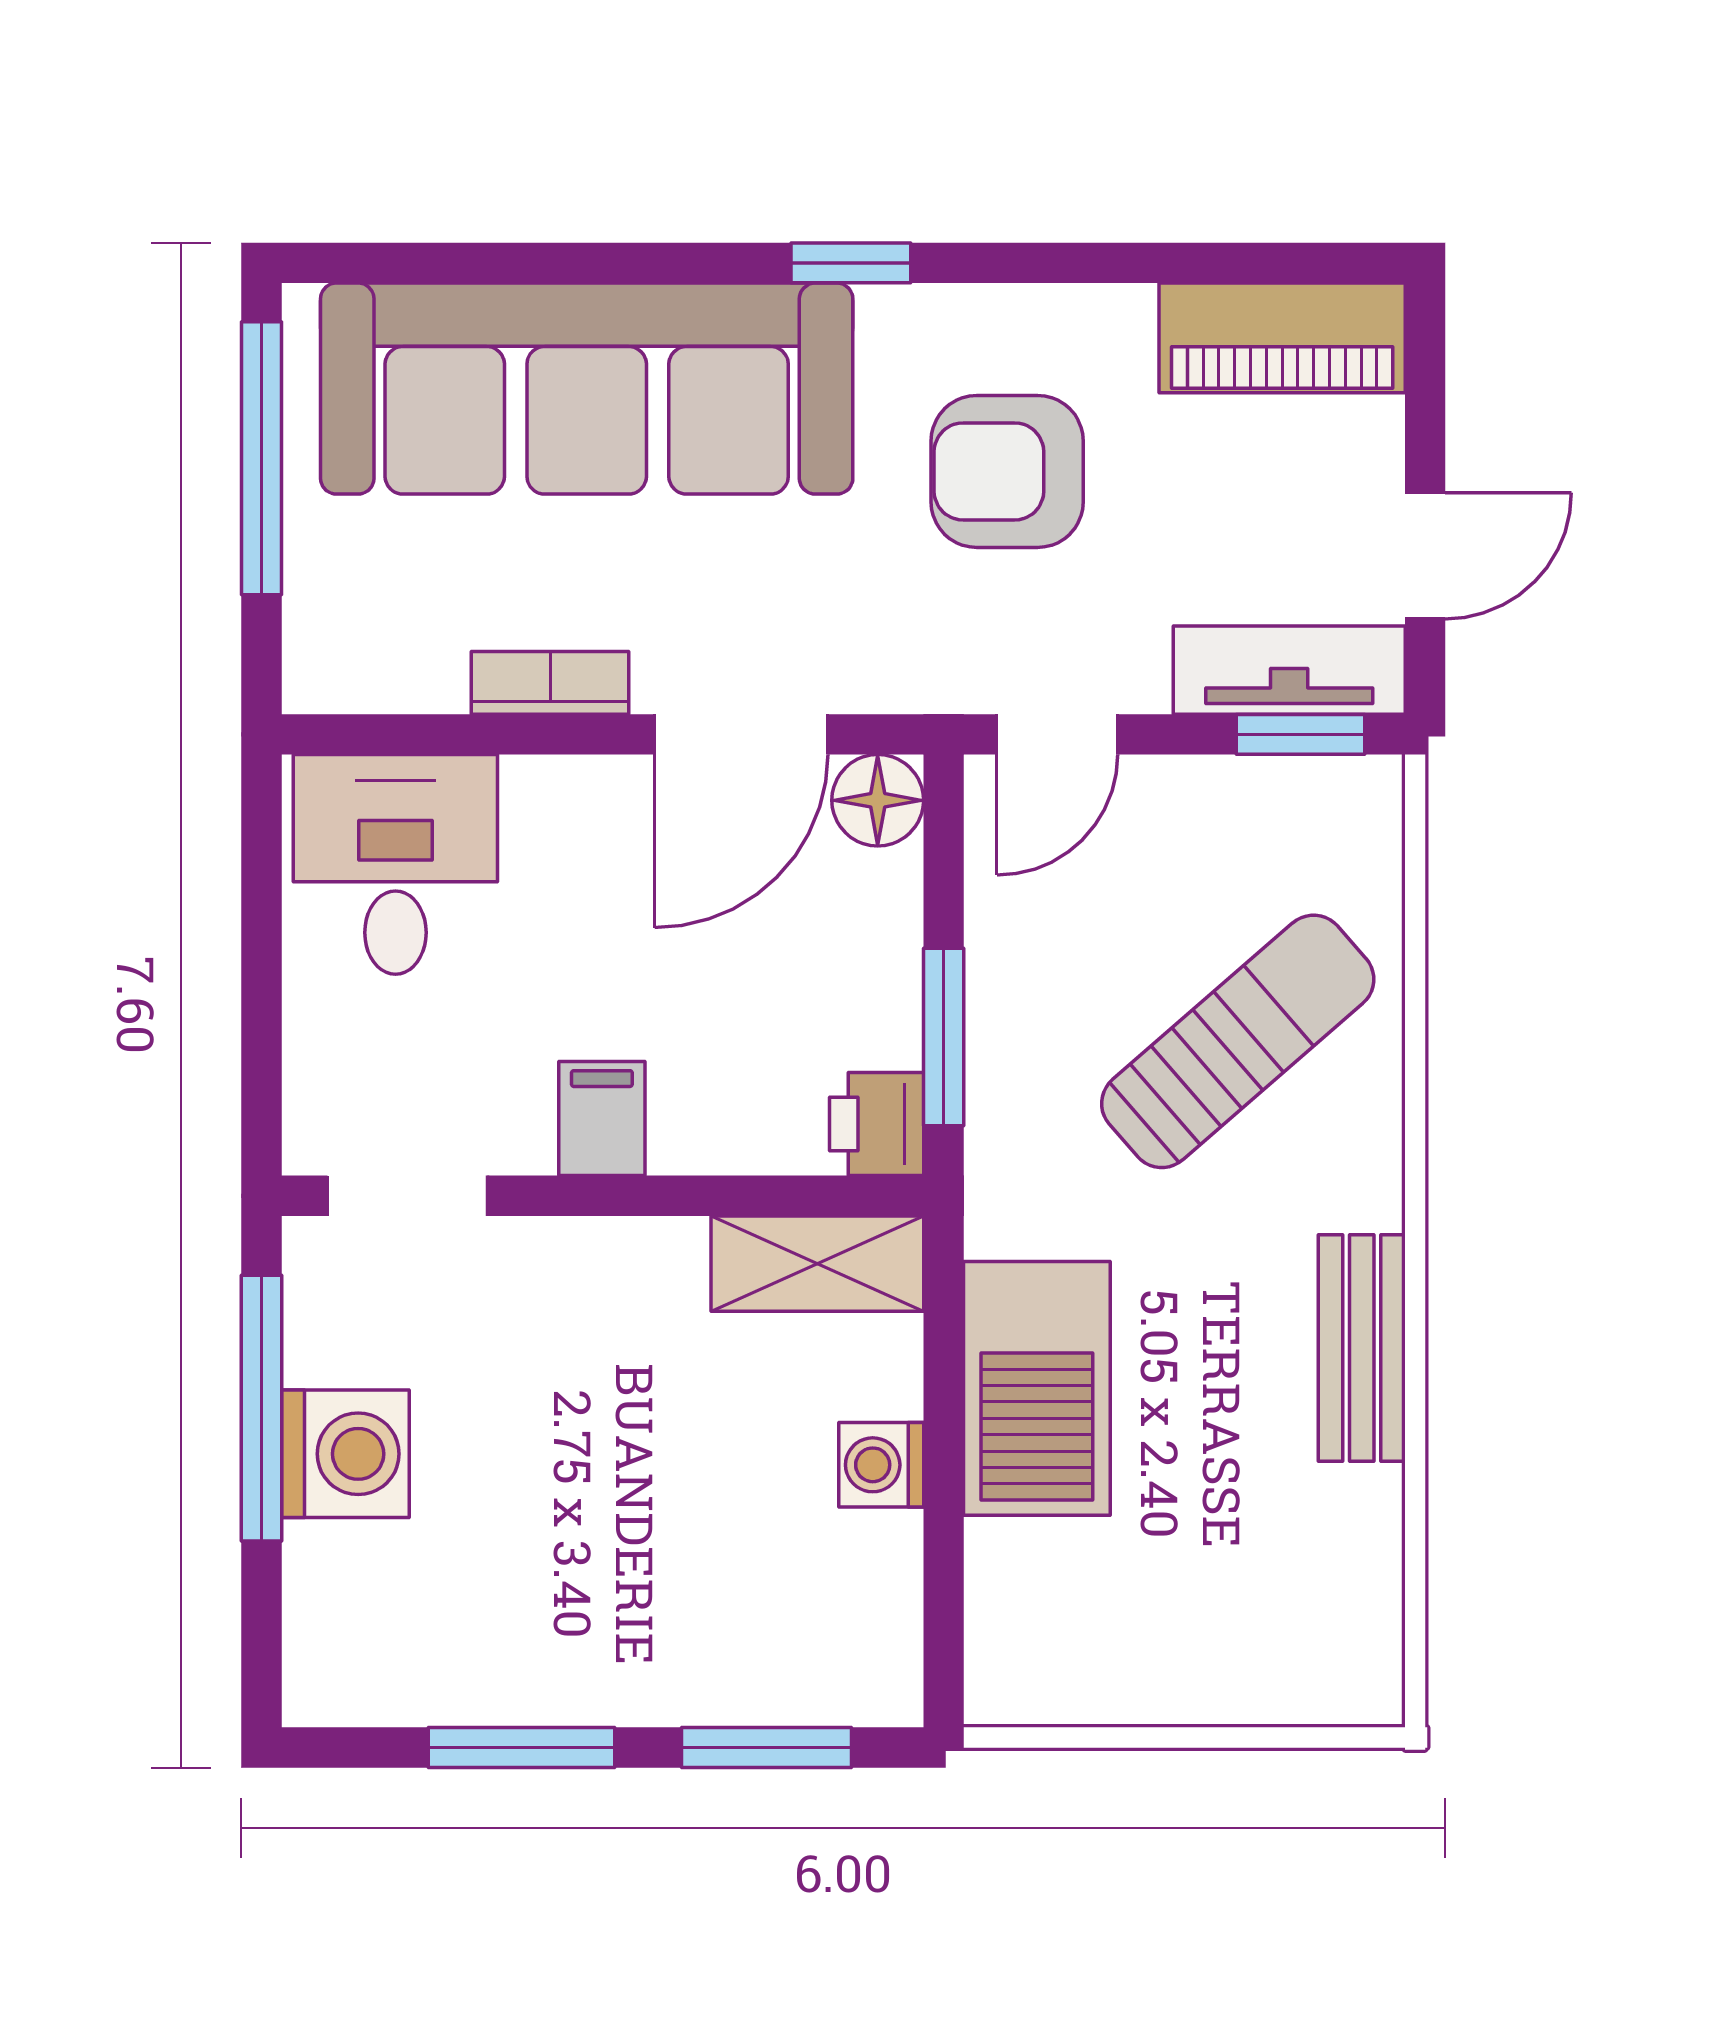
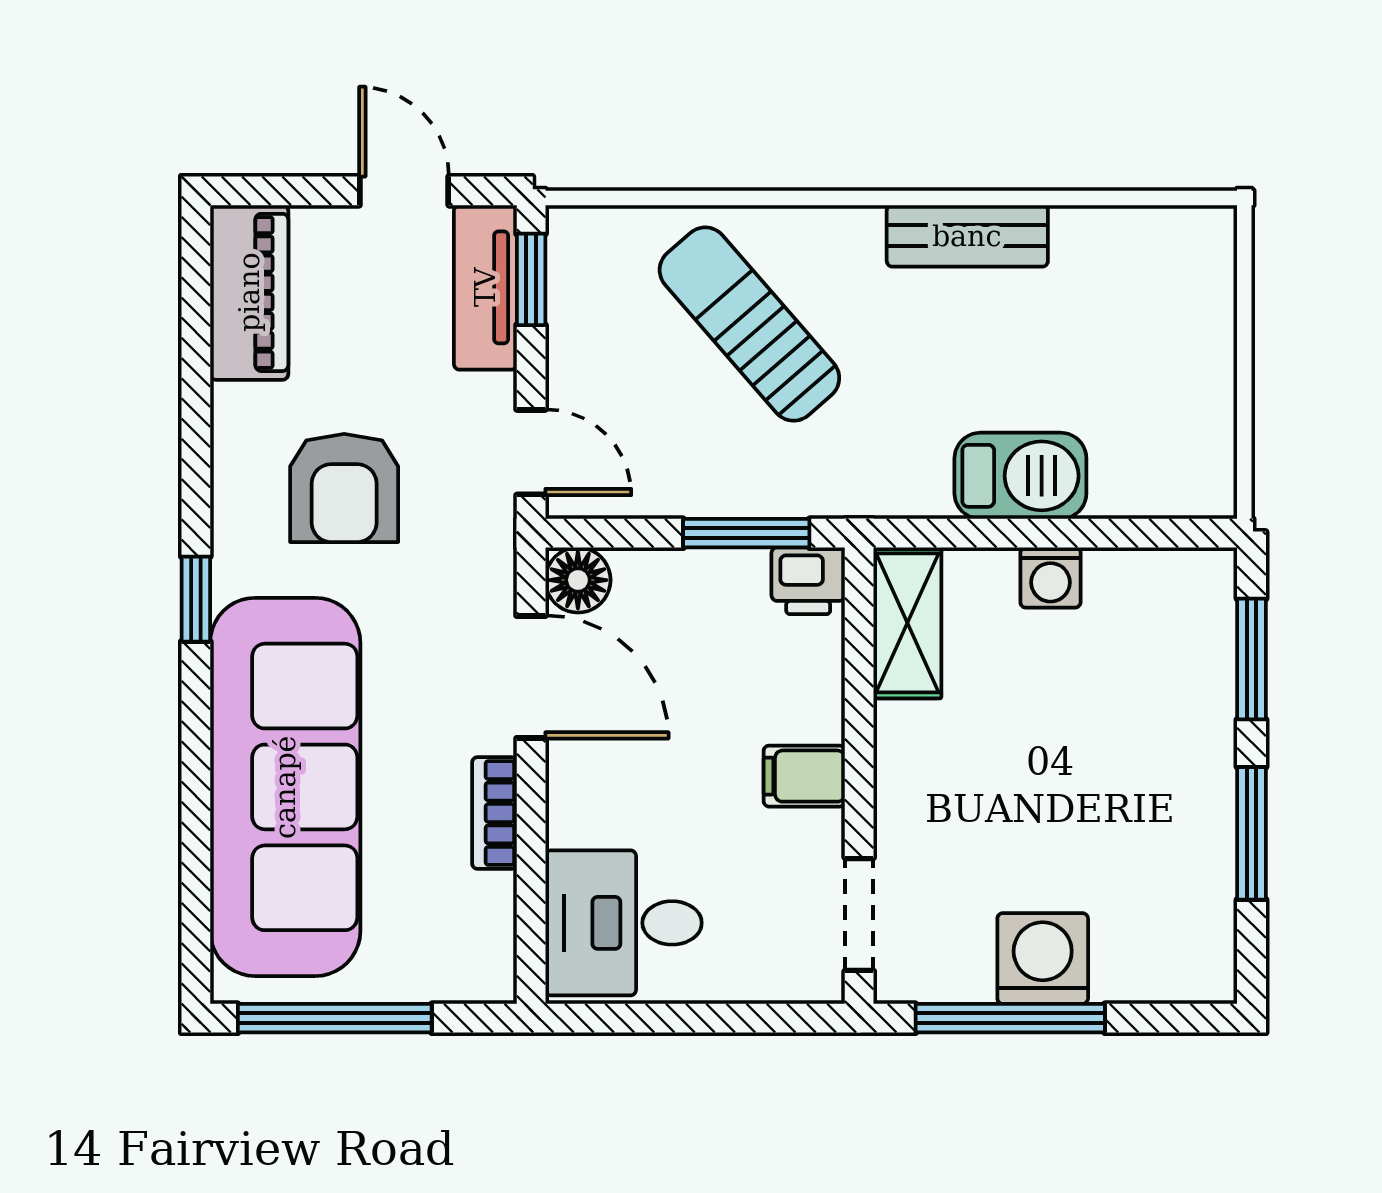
barbecue: (1037, 1388) -> (1020, 476), width x0.73, depth x0.83

